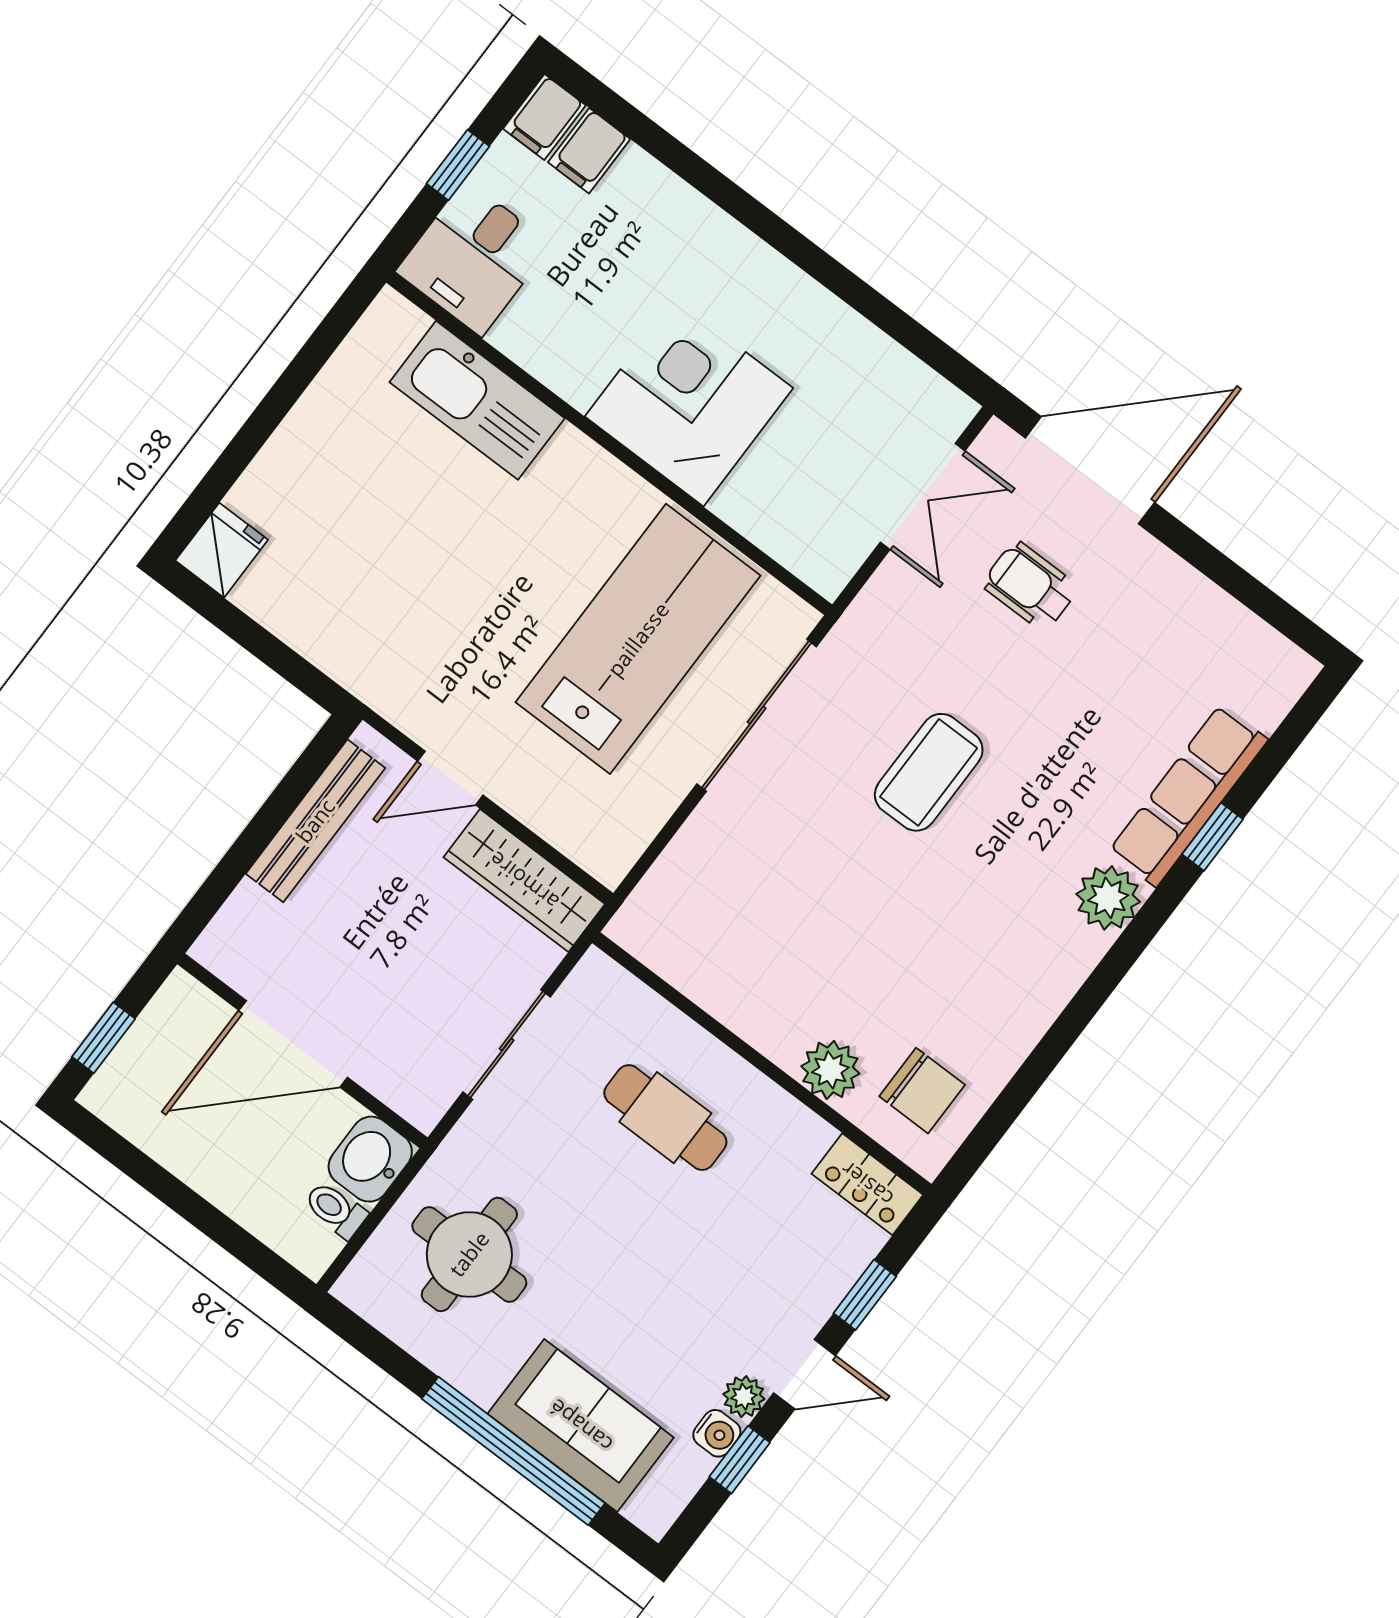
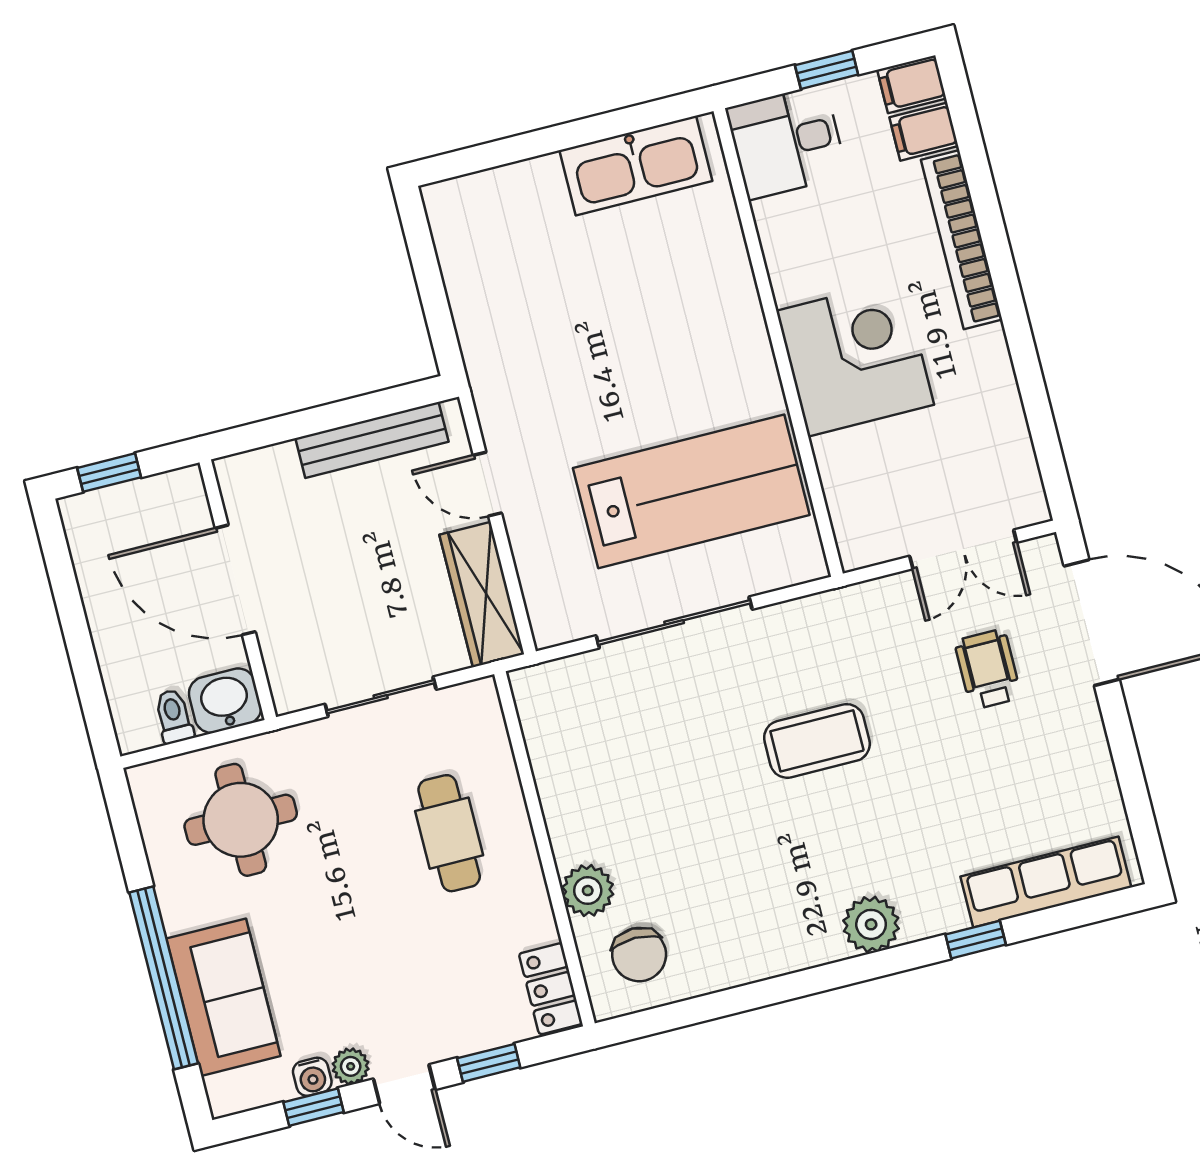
bookcase: (700, 220) -> (962, 240), added
kitchen sink: (477, 400) -> (636, 166), moved, turned -90
fridge: (222, 550) -> (455, 204), removed
sliding door: (757, 715) -> (674, 622), moved
row of seats: (1188, 795) -> (1046, 882), moved

